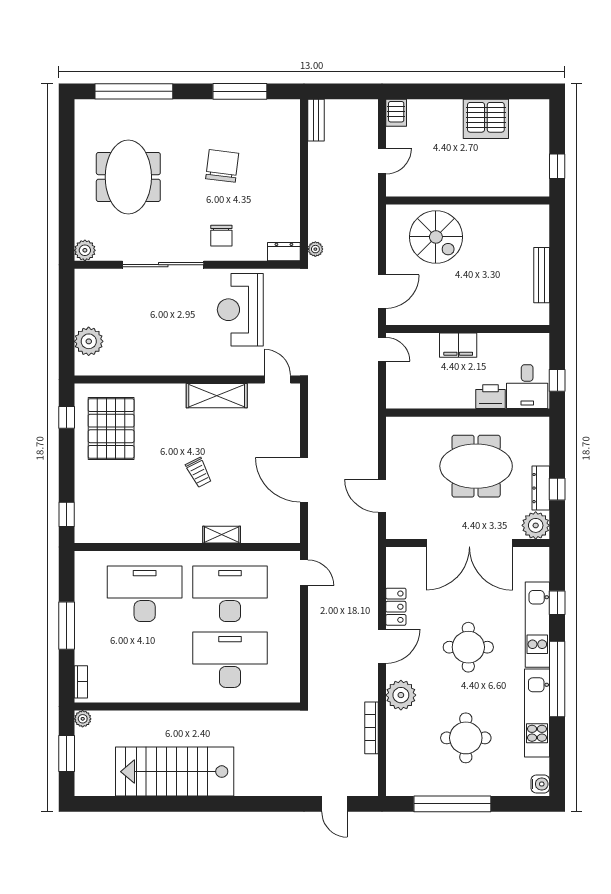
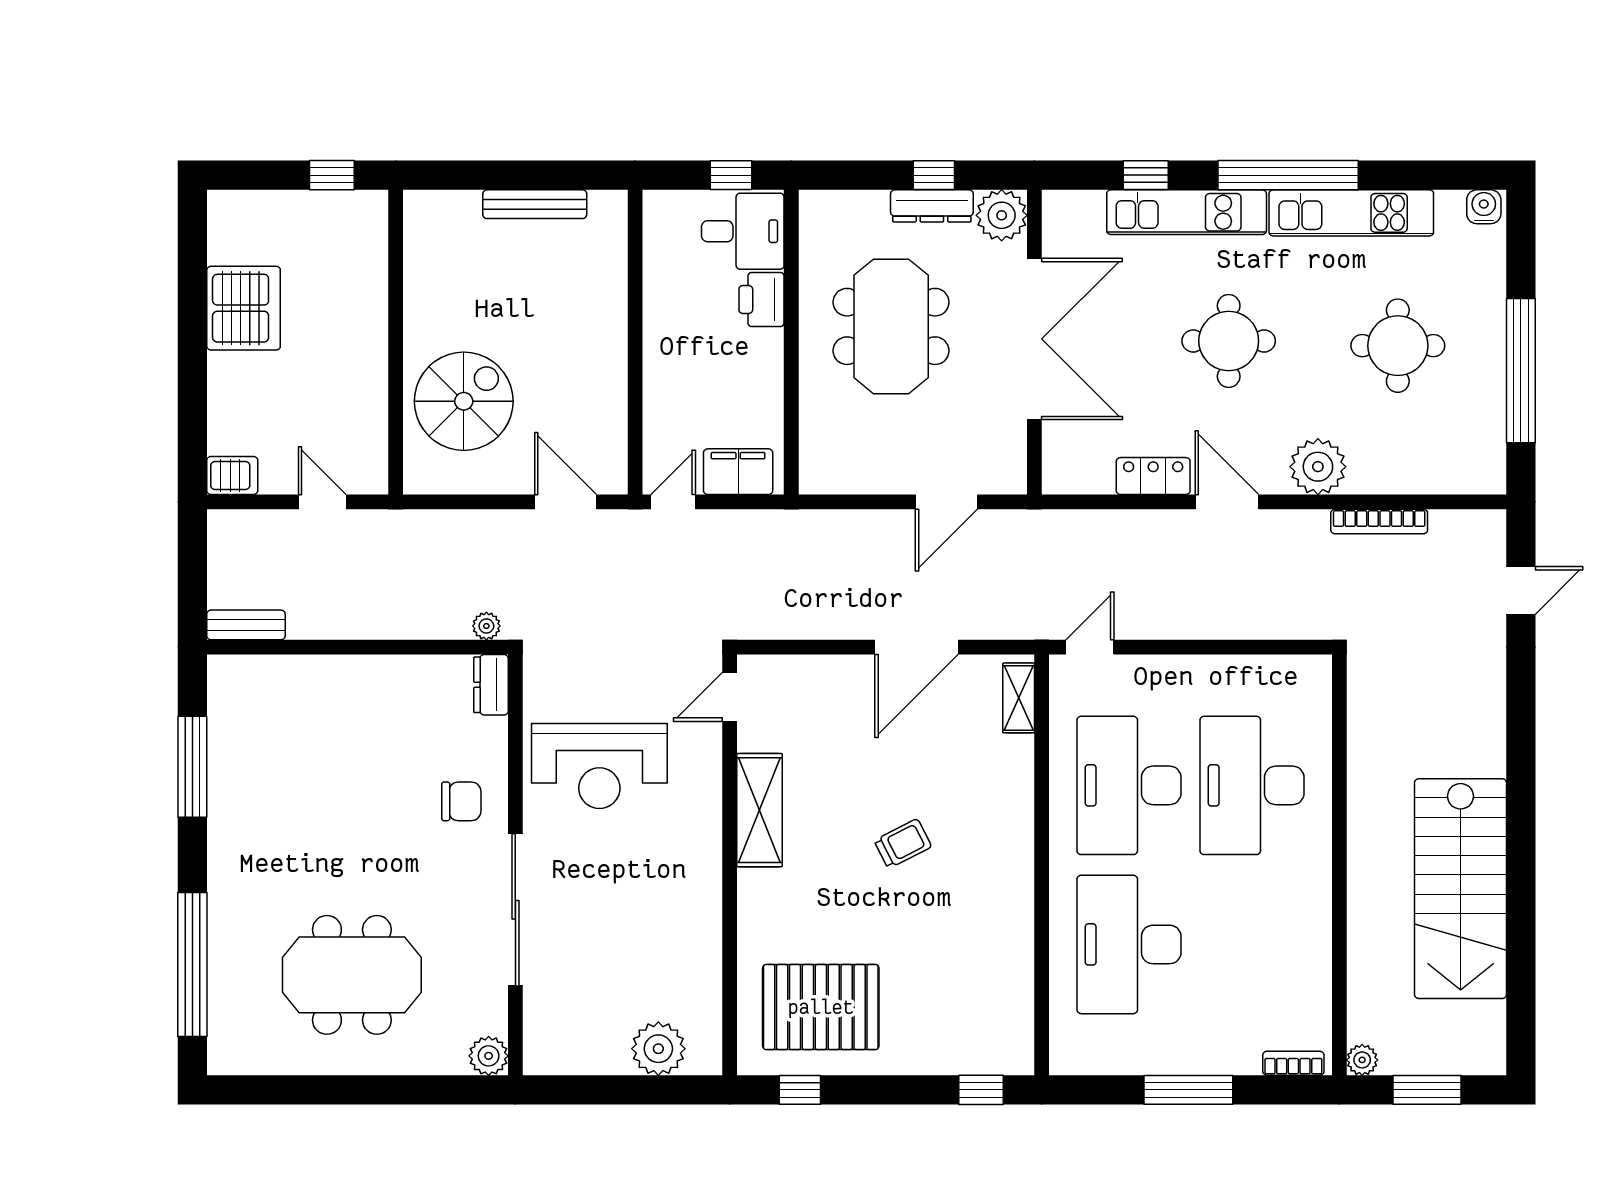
chair: (222, 166) -> (331, 800), removed
filing cabinet: (458, 345) -> (738, 472), moved, turned -90
shelving: (222, 535) -> (1019, 698), moved

